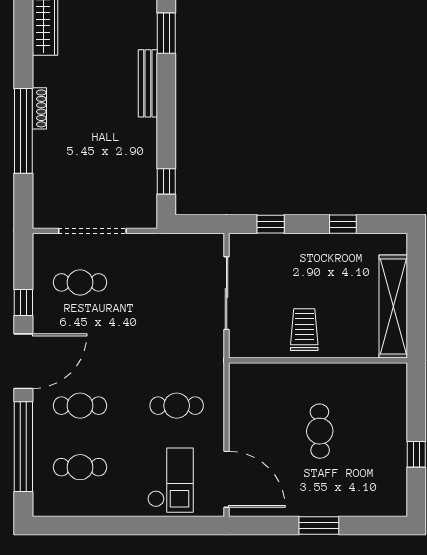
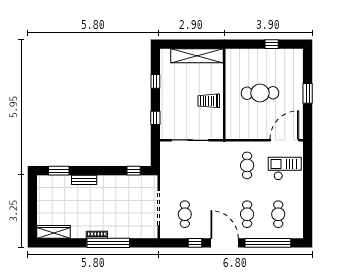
bench: (148, 83) -> (84, 180), width x0.73
cafe table: (320, 431) -> (260, 93), width x1.37, depth x1.35

